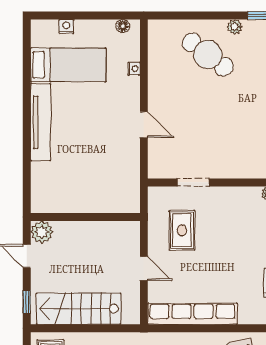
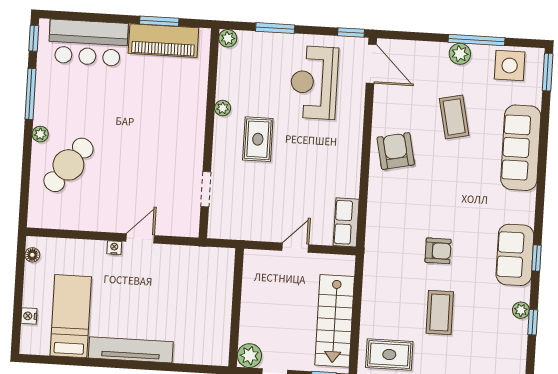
nightstand: (134, 69) -> (114, 248), moved
rug: (182, 230) -> (258, 139), moved, turned 90
row of seats: (193, 314) -> (346, 222), width x0.50

